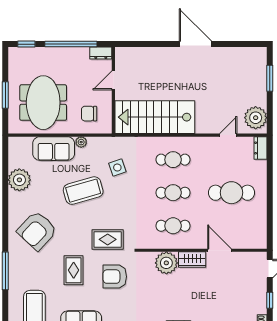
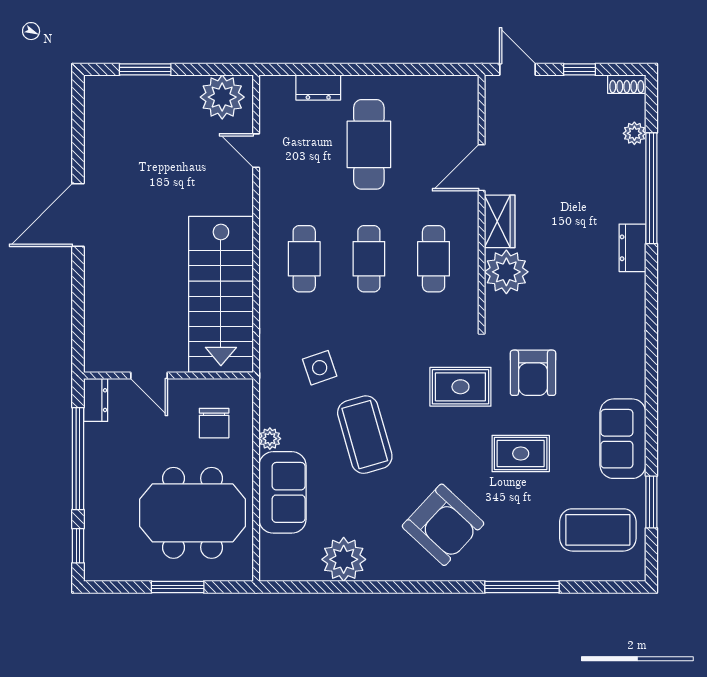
dresser: (261, 148) -> (318, 88), moved
rug: (108, 239) -> (460, 387), turned 90

